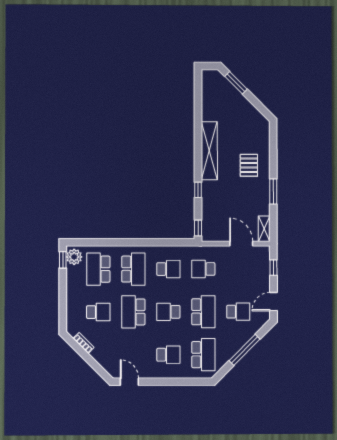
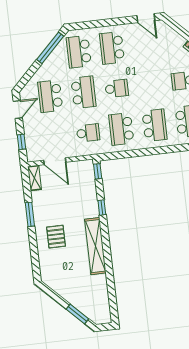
school desk: (133, 269) -> (155, 125), turned 180
school desk: (168, 269) -> (121, 129), width x1.85
school desk: (133, 312) -> (150, 85), removed
school desk: (203, 312) -> (83, 92), turned 180
school desk: (238, 312) -> (50, 96), width x1.85
window: (245, 350) -> (50, 48), moved
school desk: (168, 355) -> (112, 48), width x1.85

